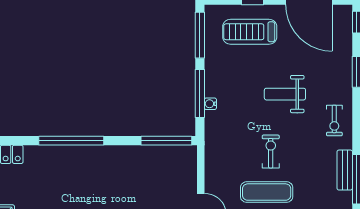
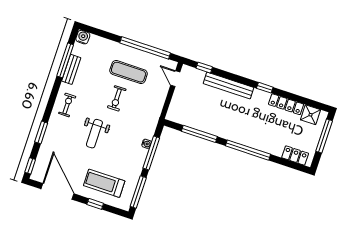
treadmill: (250, 32) -> (104, 183), turned 180
weight bench: (285, 94) -> (94, 134), turned 90
window: (166, 141) -> (199, 134), moved

